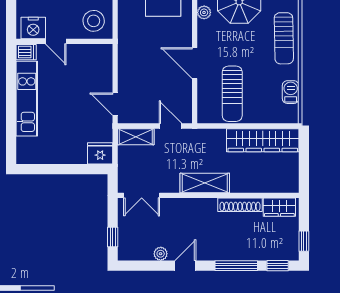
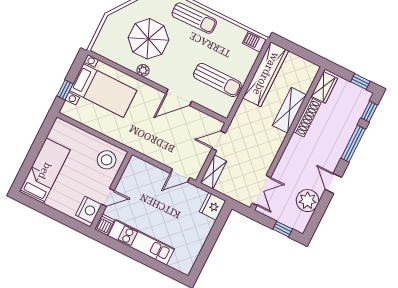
barbecue: (291, 92) -> (254, 42), moved
shelving: (205, 183) -> (289, 110), moved
plant: (161, 254) -> (307, 201), width x1.87, depth x1.87

